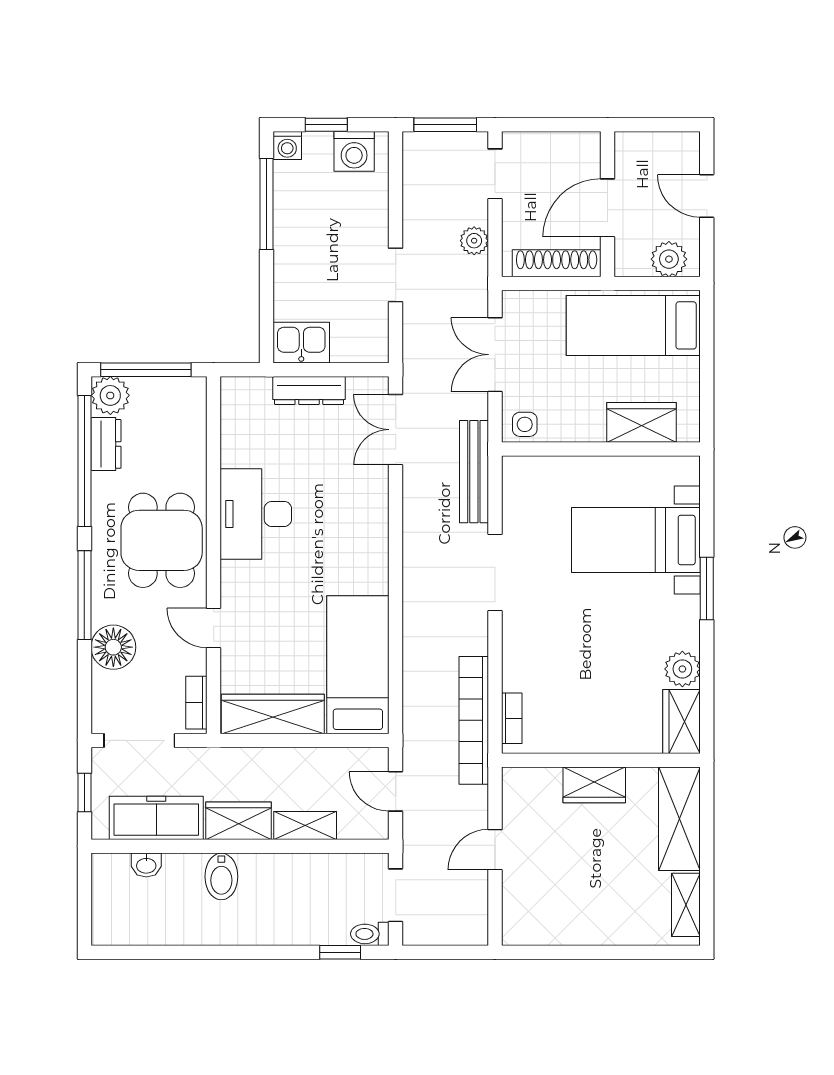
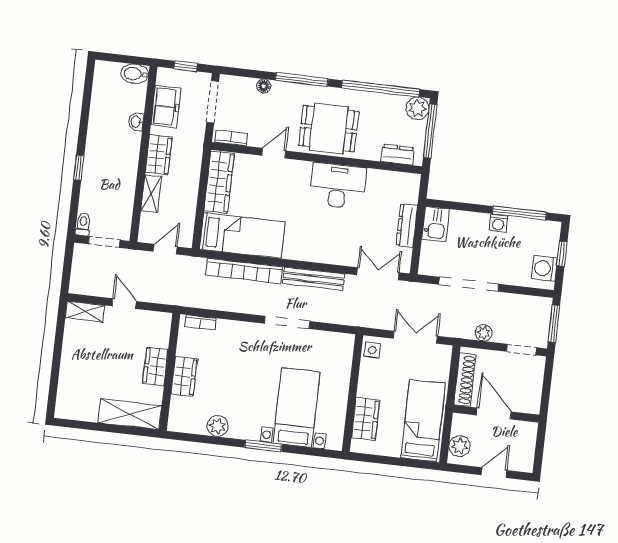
washing machine: (287, 145) -> (498, 223), moved, turned -90
doorway: (396, 275) -> (469, 284), width x1.87
dresser: (106, 444) -> (398, 155), moved, turned 180
bench: (474, 472) -> (314, 279), moved
floor lamp: (113, 647) -> (264, 86), width x0.53, depth x0.53
bookcase: (474, 720) -> (244, 271), moved, turned 180
wardrobe: (682, 722) -> (184, 376), moved, turned 90
freezer: (156, 818) -> (166, 107), width x0.71
washbasin: (146, 865) -> (136, 122), moved
bidet: (221, 876) -> (135, 74), moved
shelving: (686, 905) -> (85, 311), moved
window: (340, 952) -> (79, 168), moved

